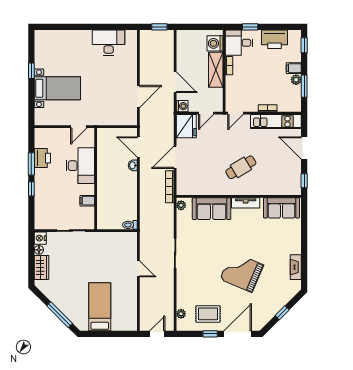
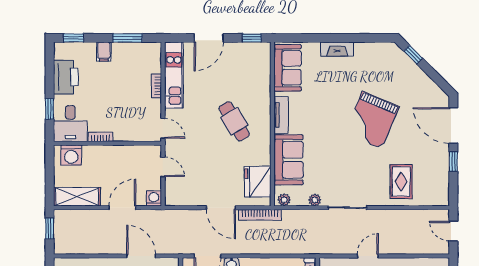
shelving: (216, 70) -> (77, 197), moved
plant: (296, 80) -> (119, 49), removed
fridge: (186, 126) -> (258, 182), moved, turned -90
fireplace: (296, 267) -> (337, 49), moved
window: (282, 313) -> (413, 55), moved
plant: (181, 314) -> (315, 200), moved
rug: (208, 314) -> (401, 182), moved

